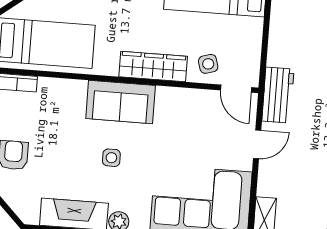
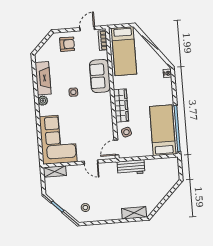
workbench: (278, 95) -> (131, 167), moved
sofa: (121, 102) -> (100, 76), moved

